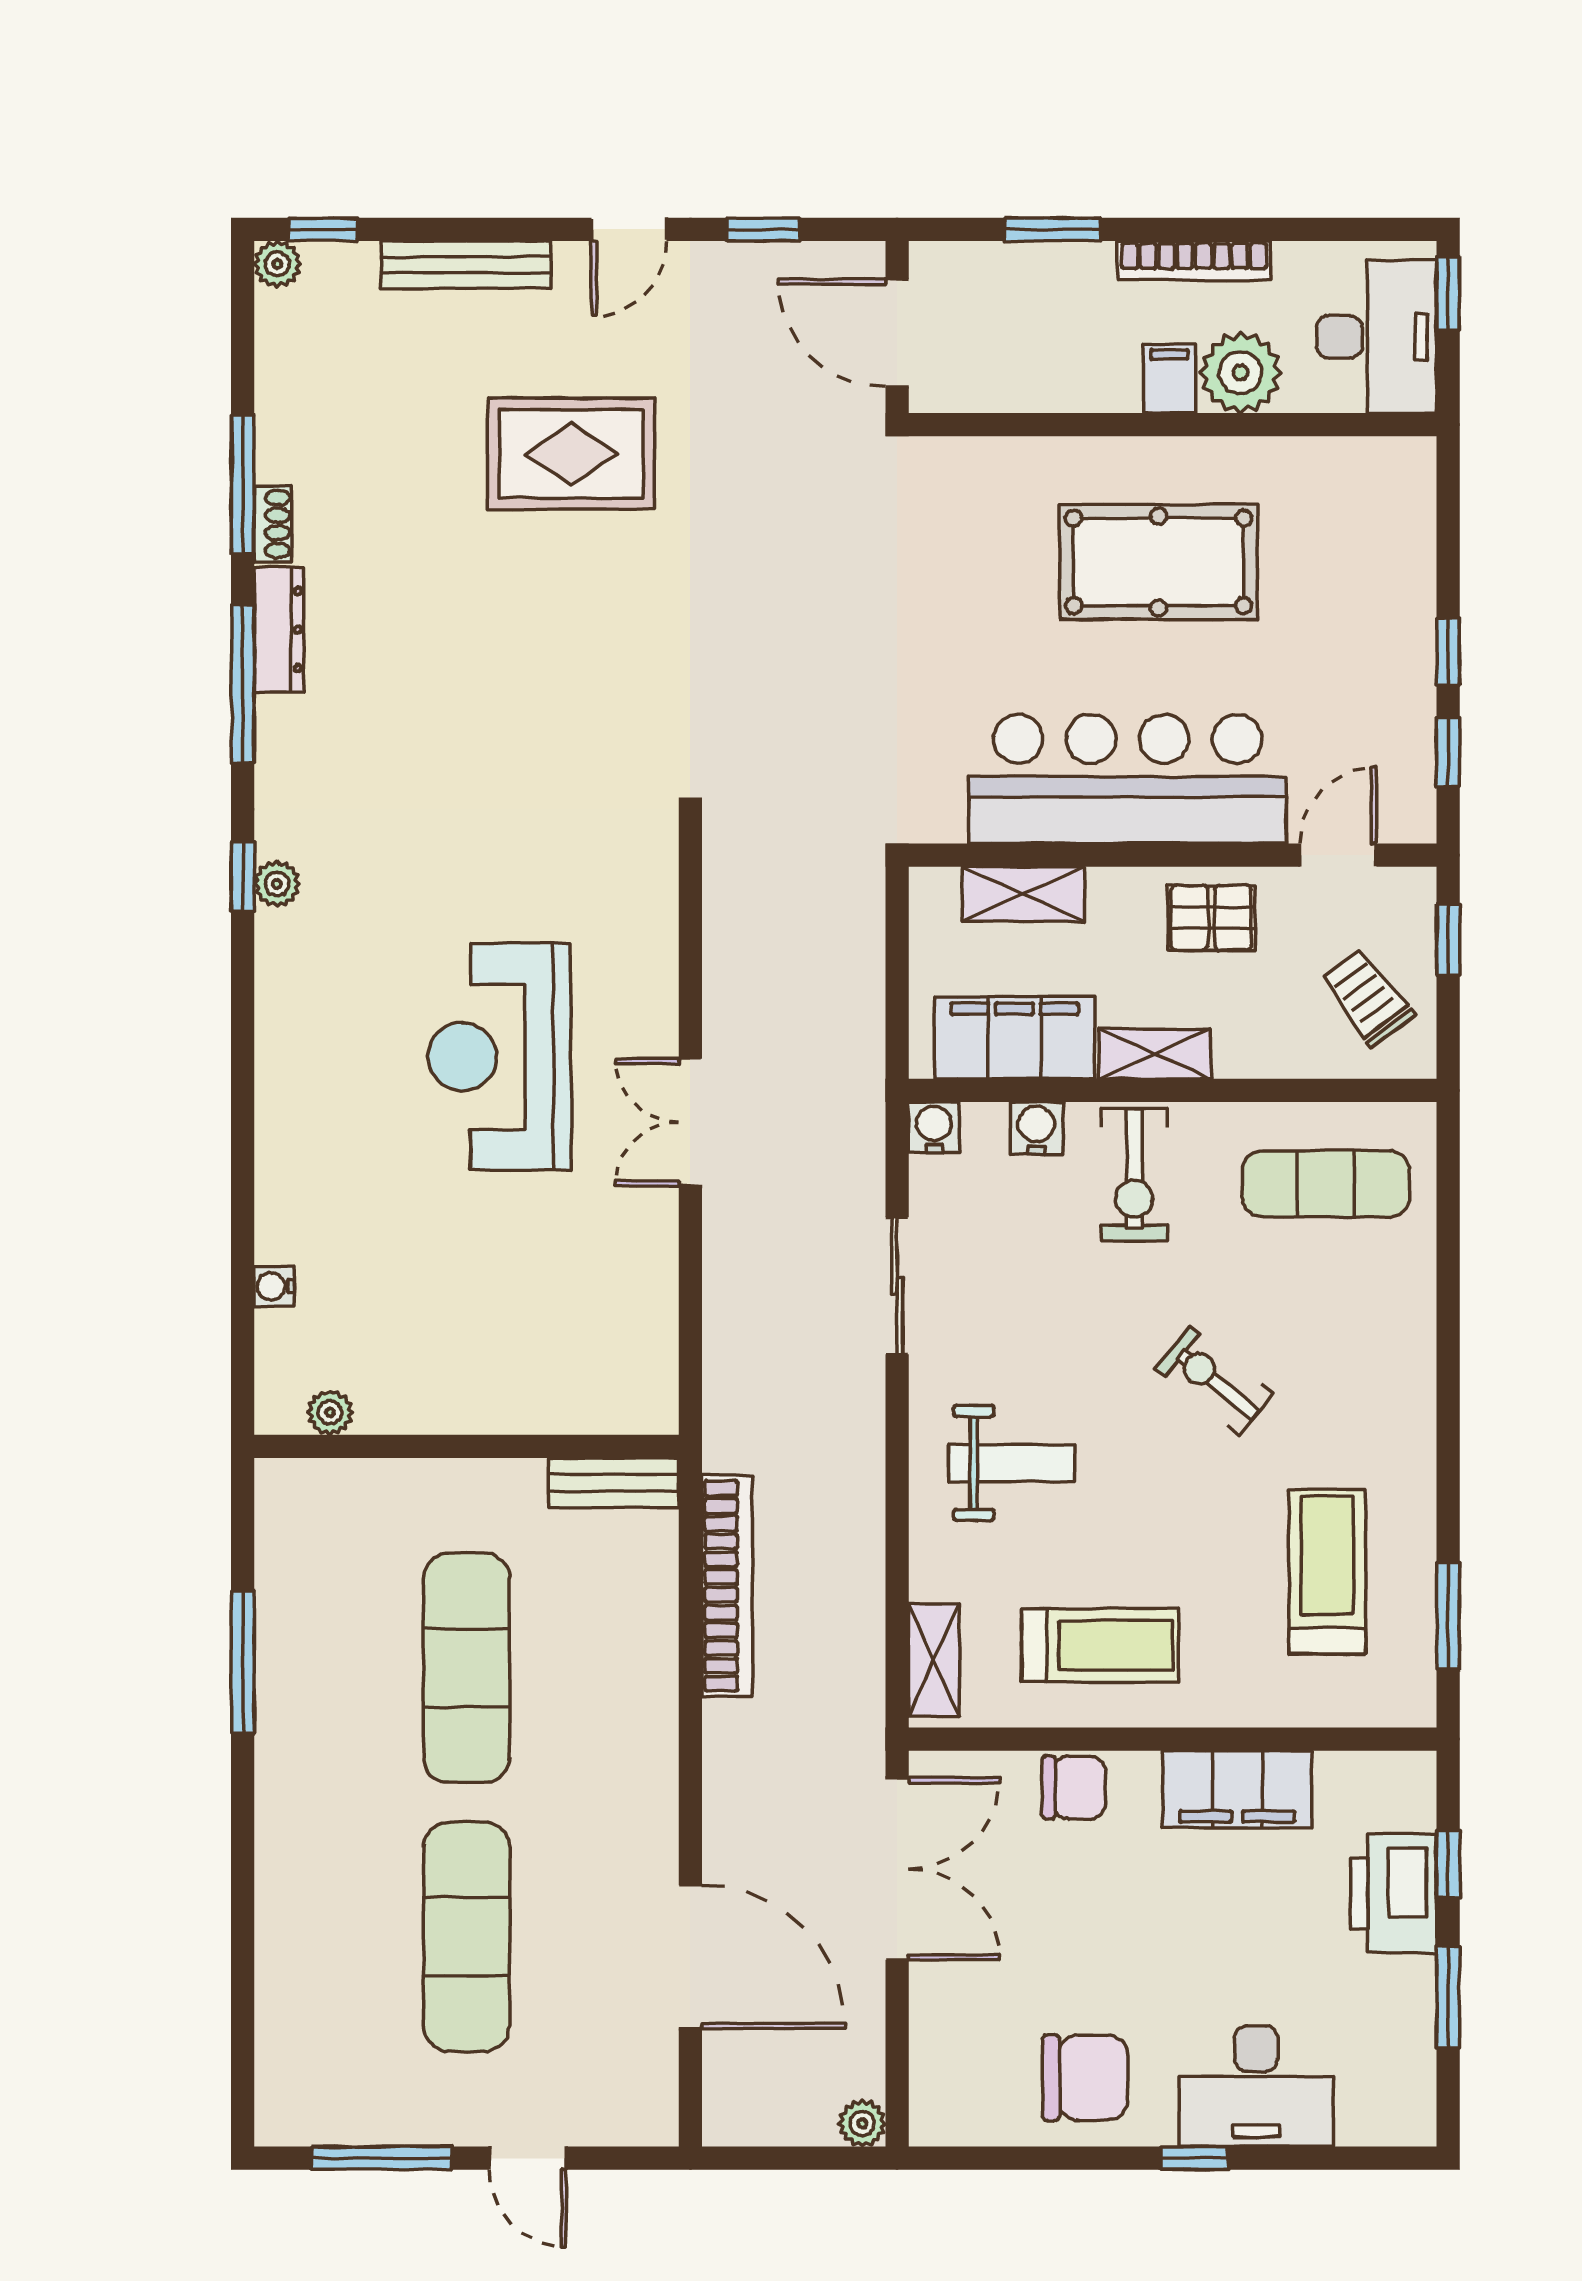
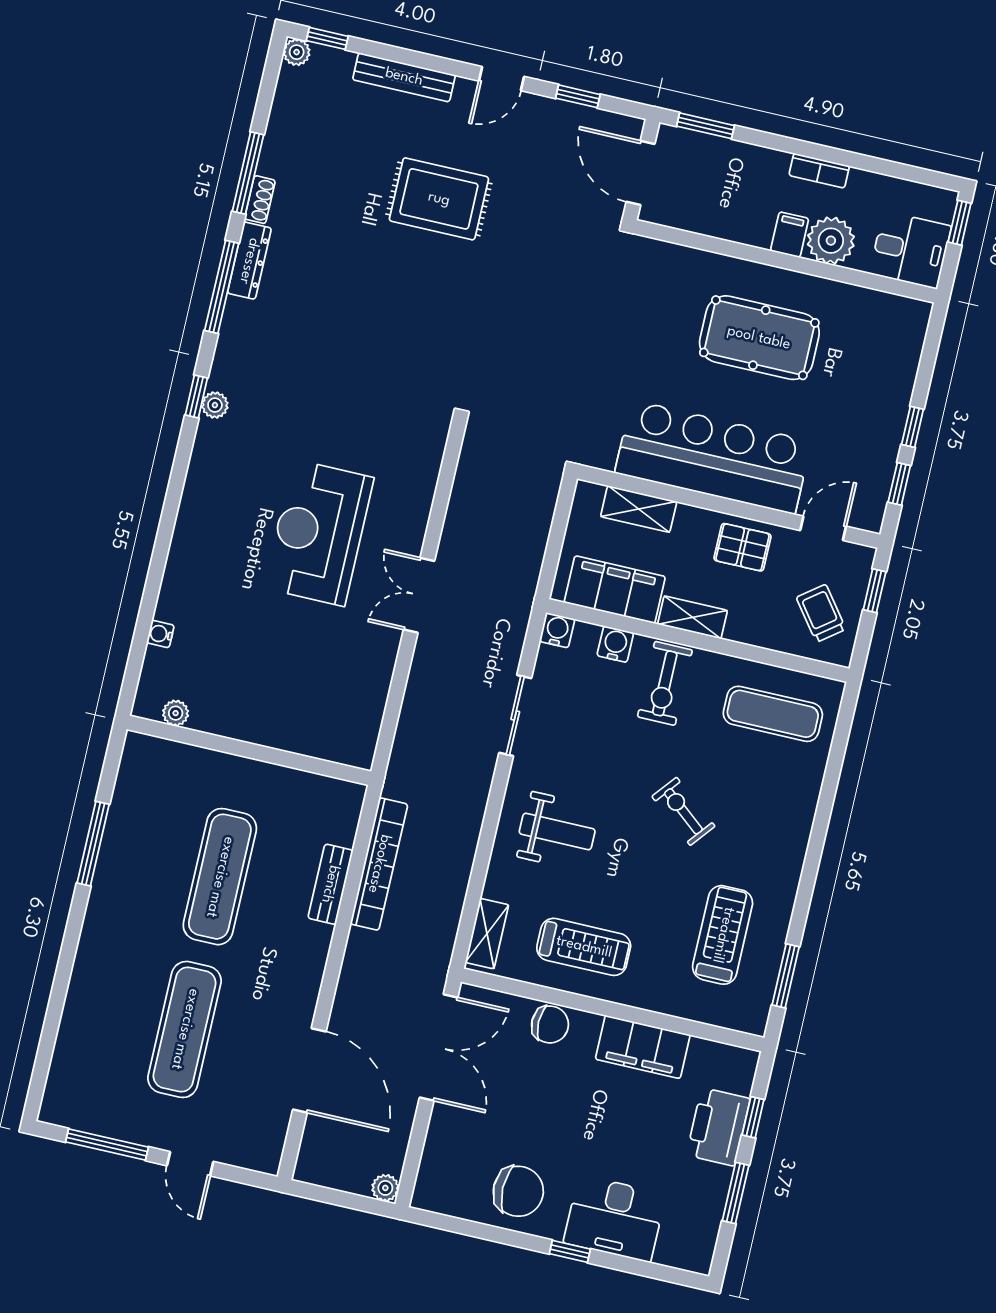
window: (1053, 229) -> (706, 126), moved
bookcase: (1194, 261) -> (819, 171), width x0.64
desk: (1377, 337) -> (910, 250), width x0.73
bench: (614, 1483) -> (330, 884), moved, turned 90

